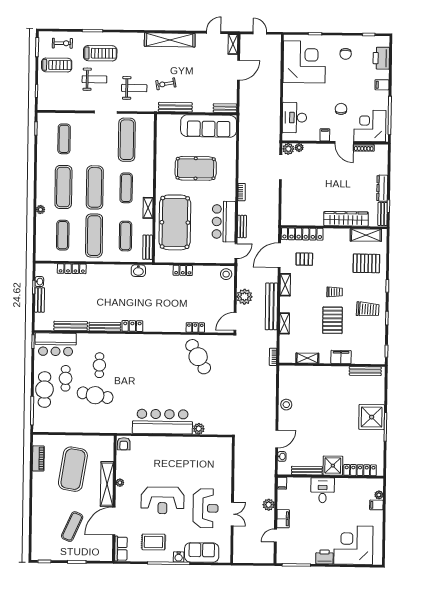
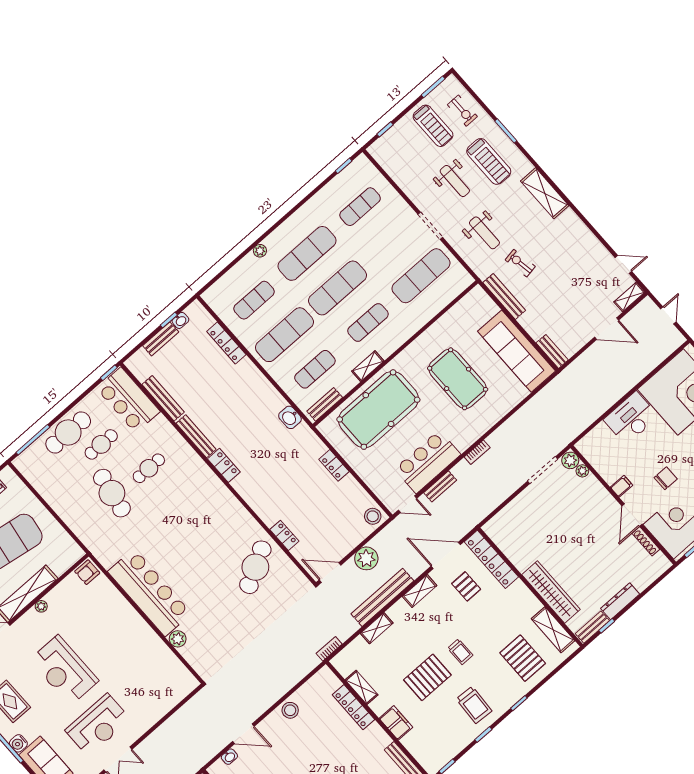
shelving: (170, 40) -> (545, 193), moved, width x0.68
desk: (294, 118) -> (631, 418), moved
locker: (314, 371) -> (353, 707), added

